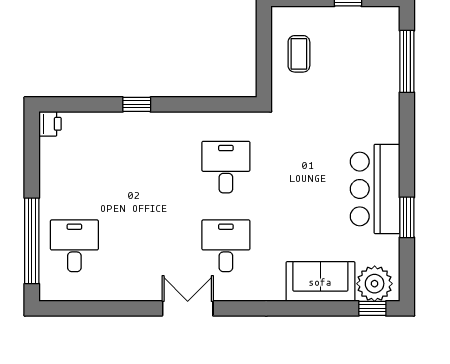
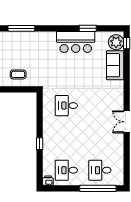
desk: (226, 246) -> (66, 170), moved

